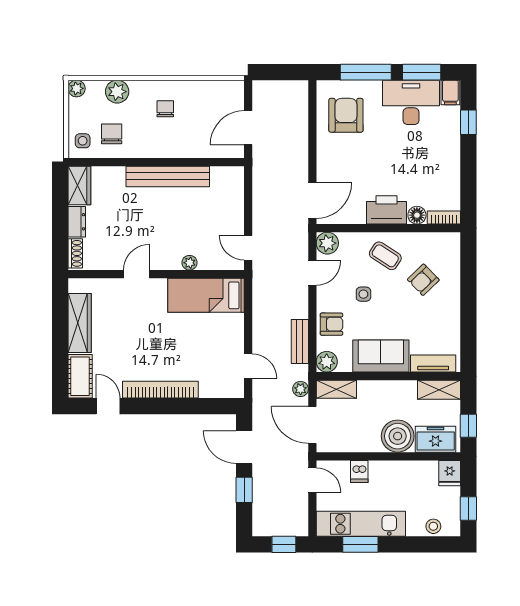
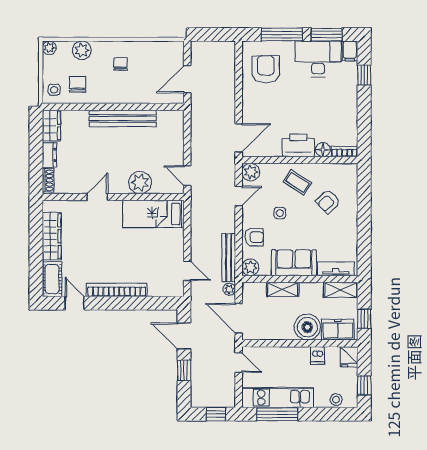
plant: (189, 263) -> (140, 183), width x1.88, depth x1.88
bench: (300, 342) -> (229, 258), width x1.36
shelving: (336, 389) -> (283, 290), moved
dishwasher: (359, 471) -> (318, 356), moved
window: (360, 544) -> (277, 414), width x1.44

